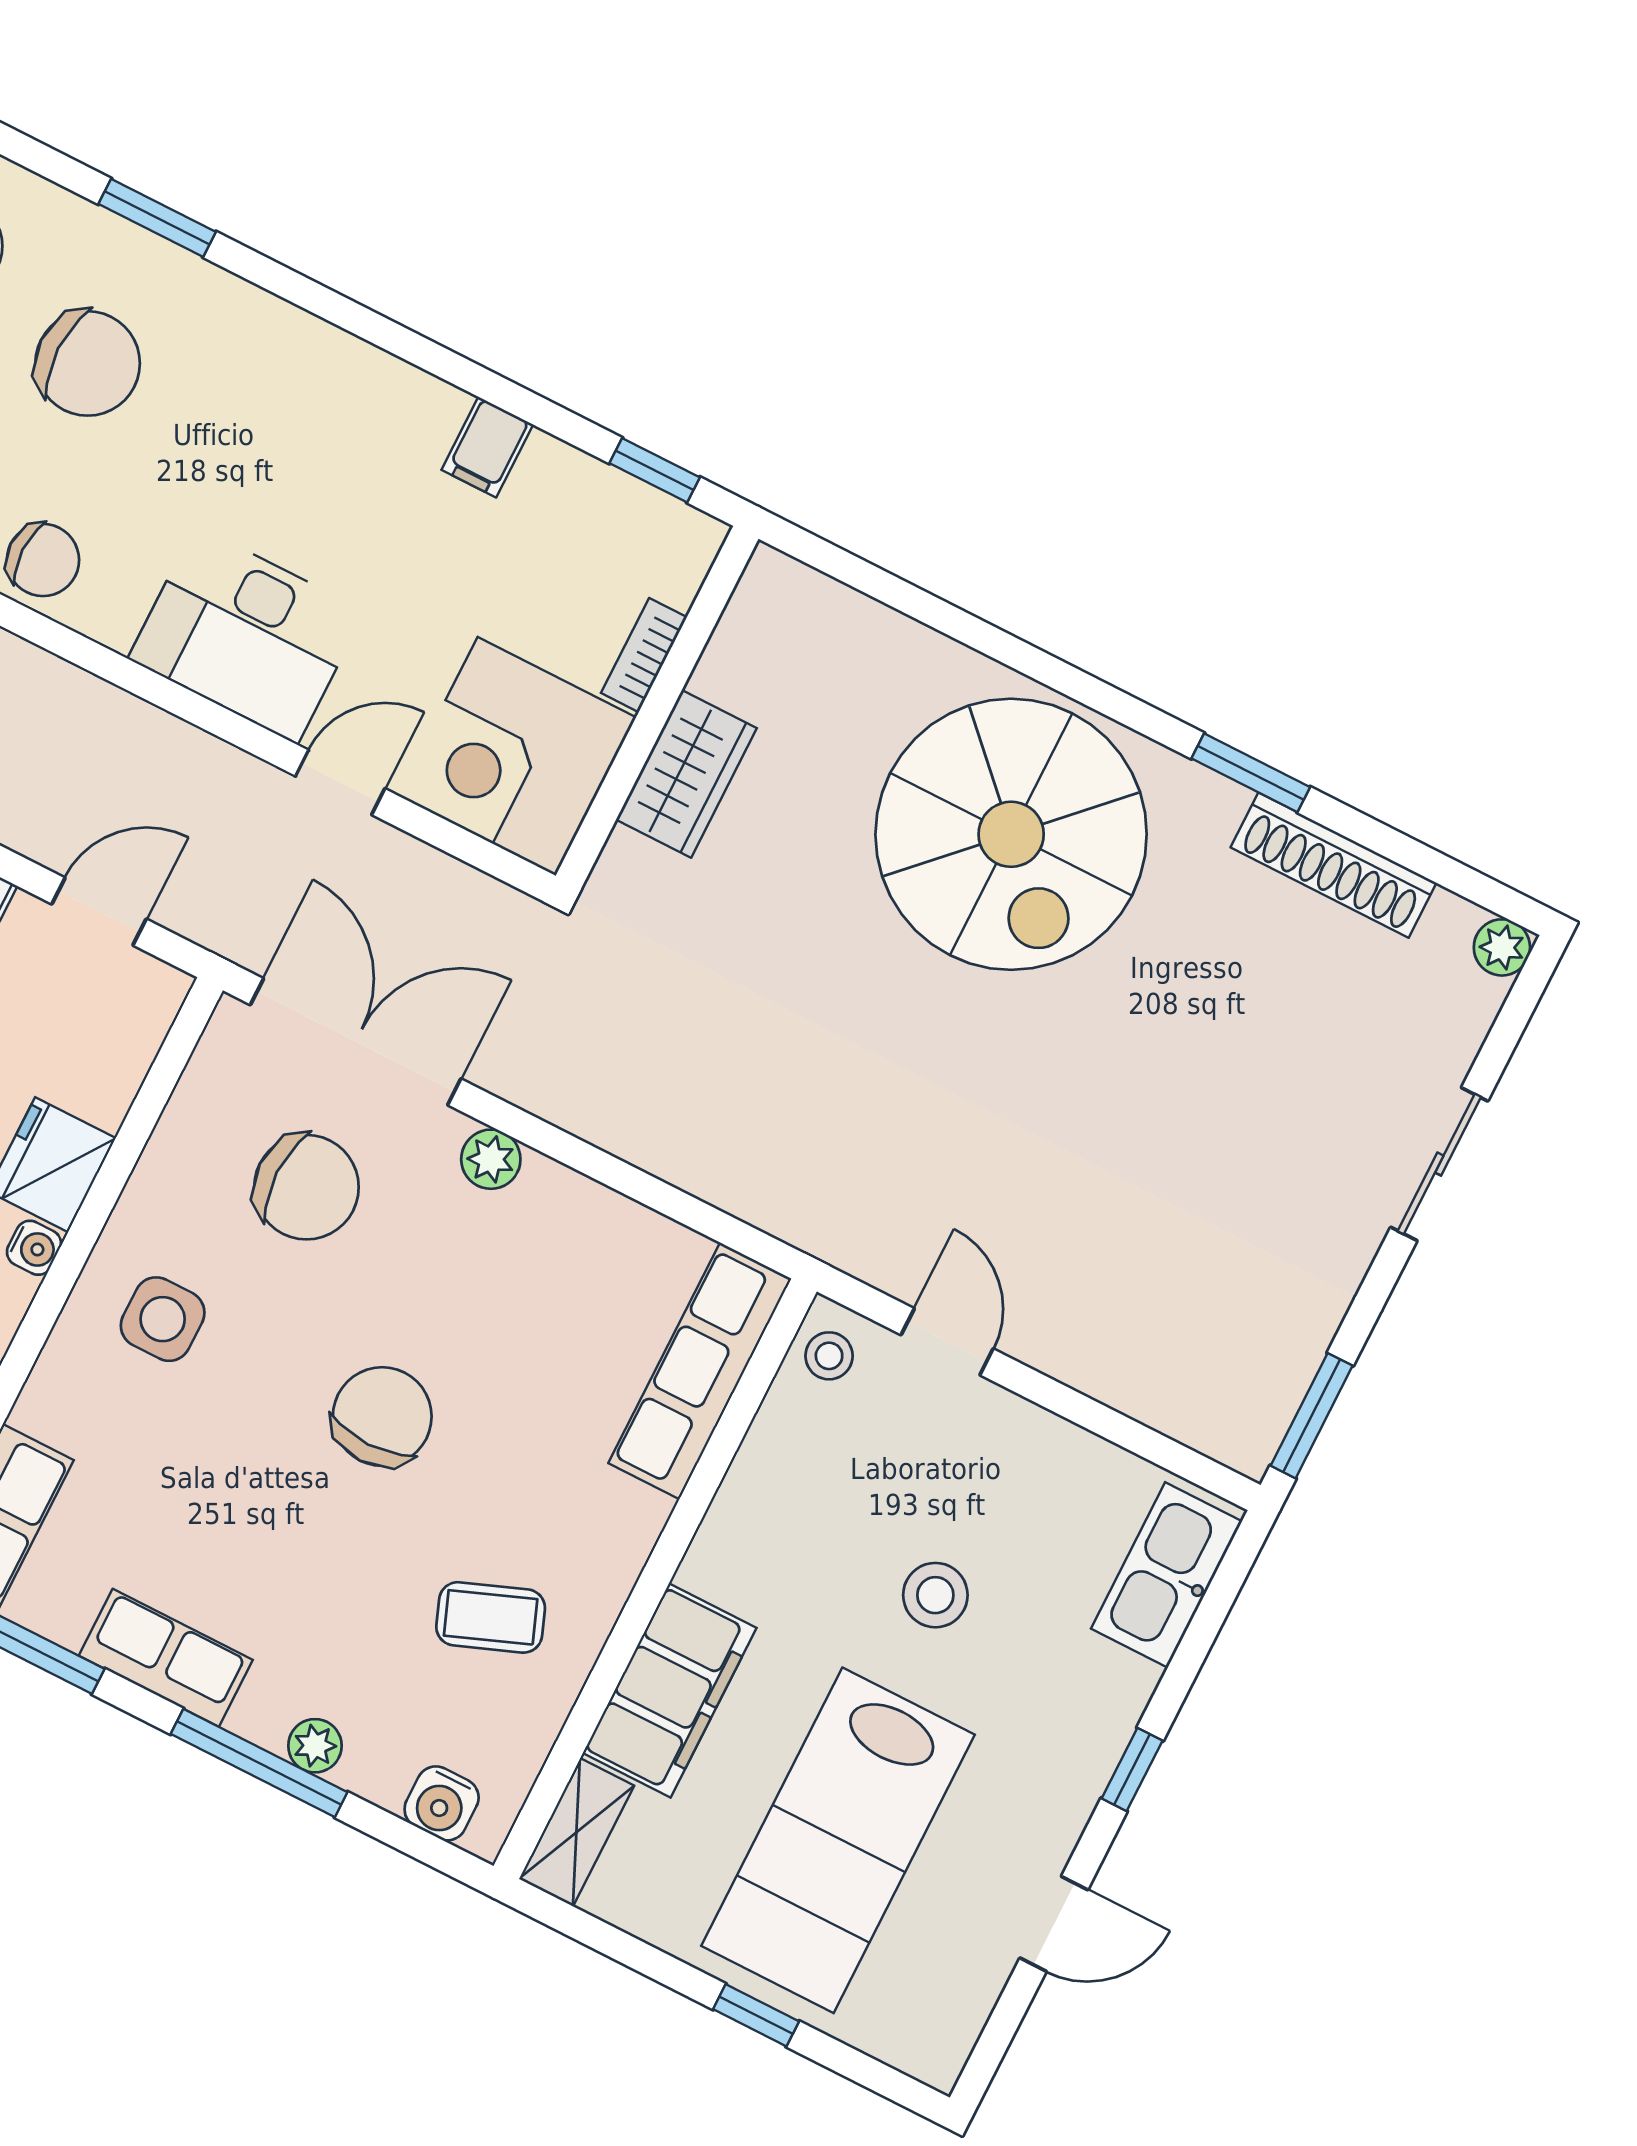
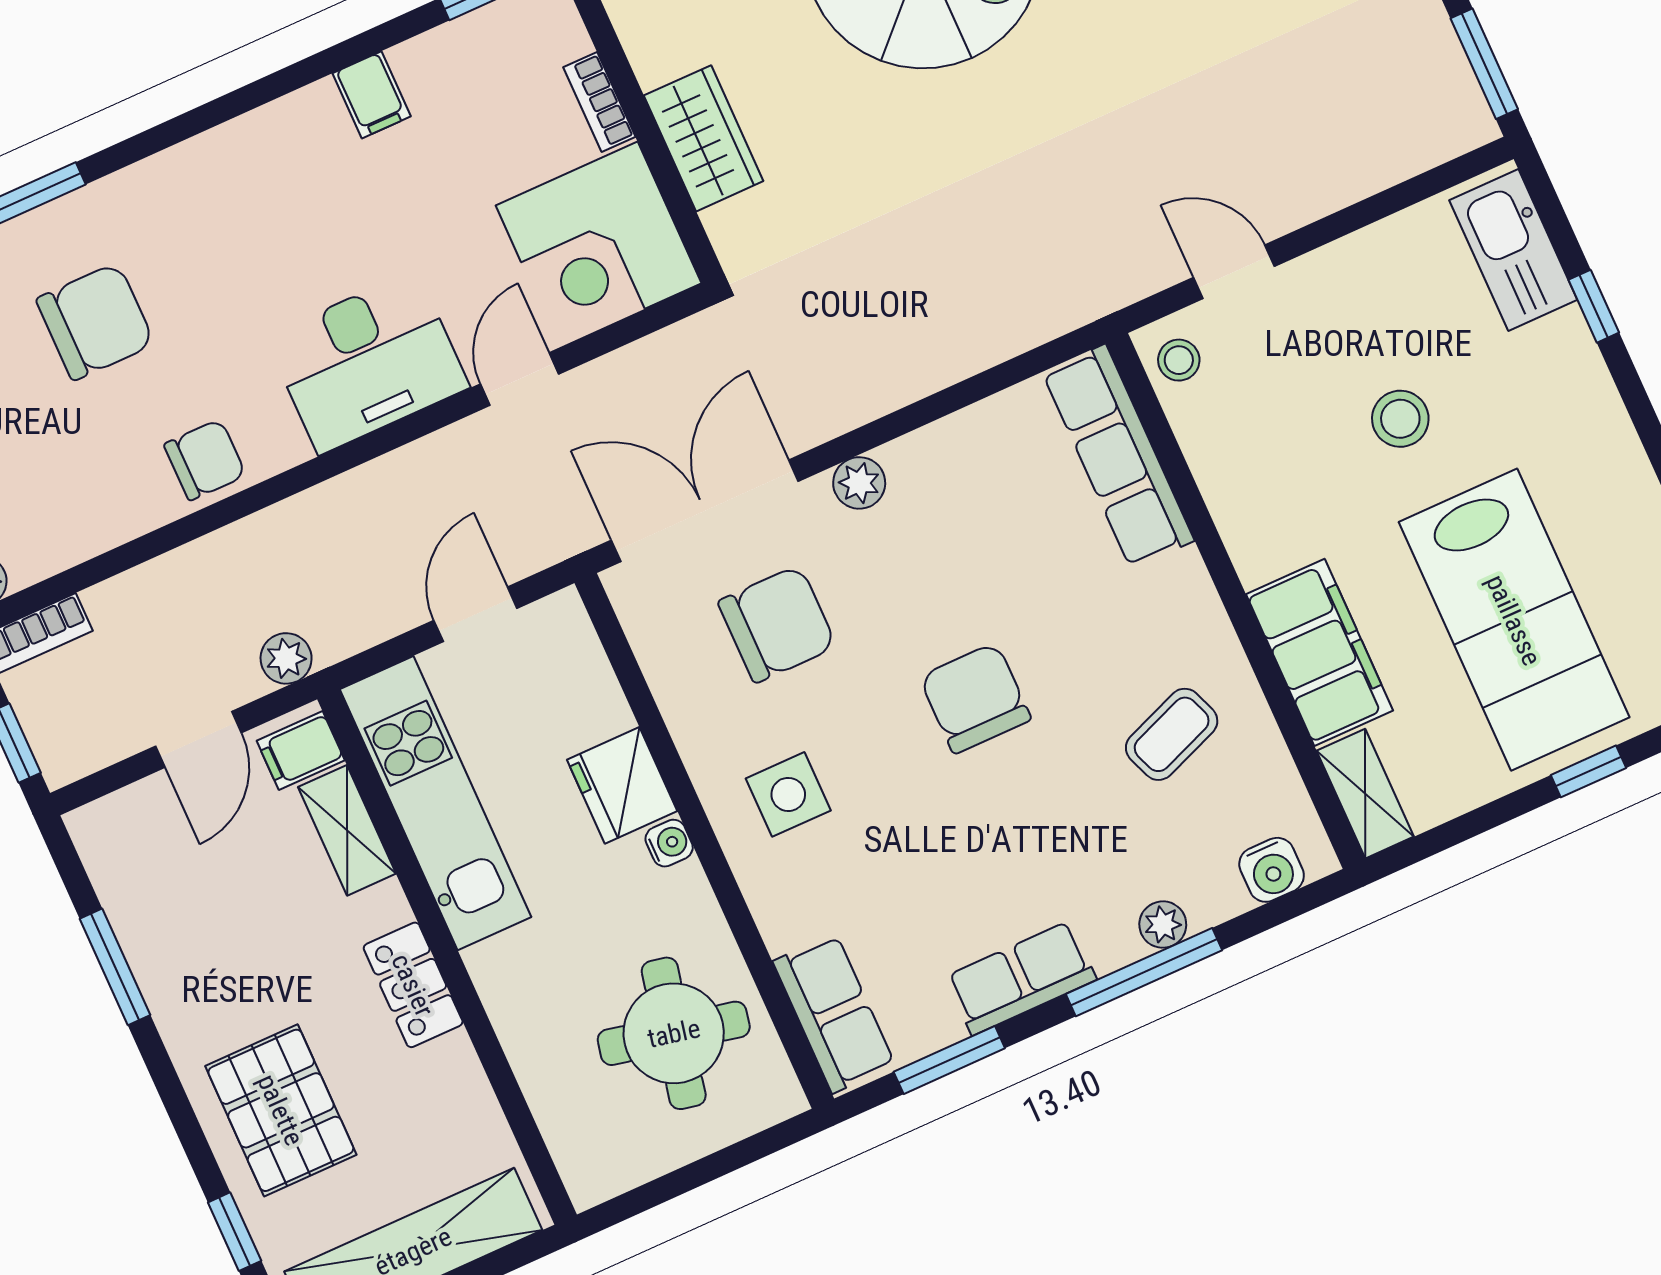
window: (1132, 1769) -> (1594, 306), moved

